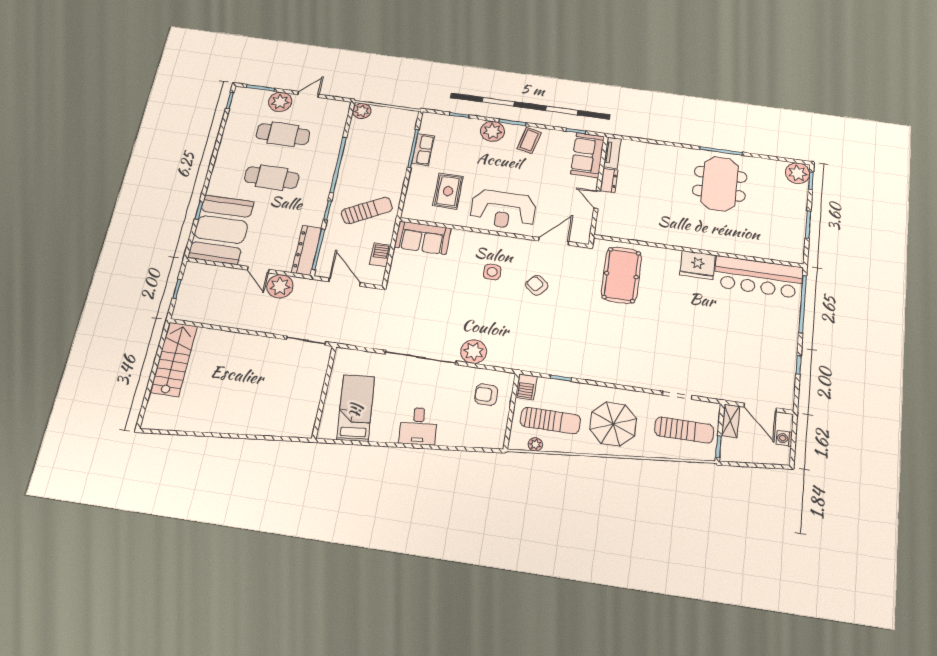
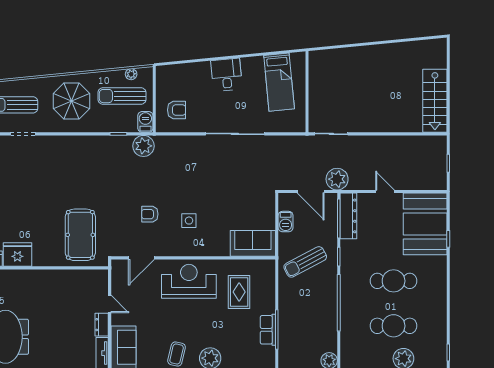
armchair: (537, 285) -> (150, 214), turned 141
plant: (280, 286) -> (337, 179), moved
plant: (474, 352) -> (143, 146), moved

